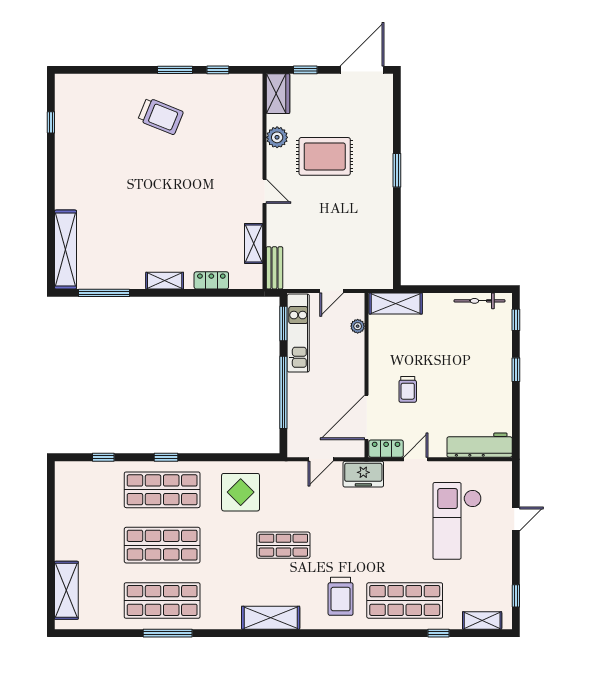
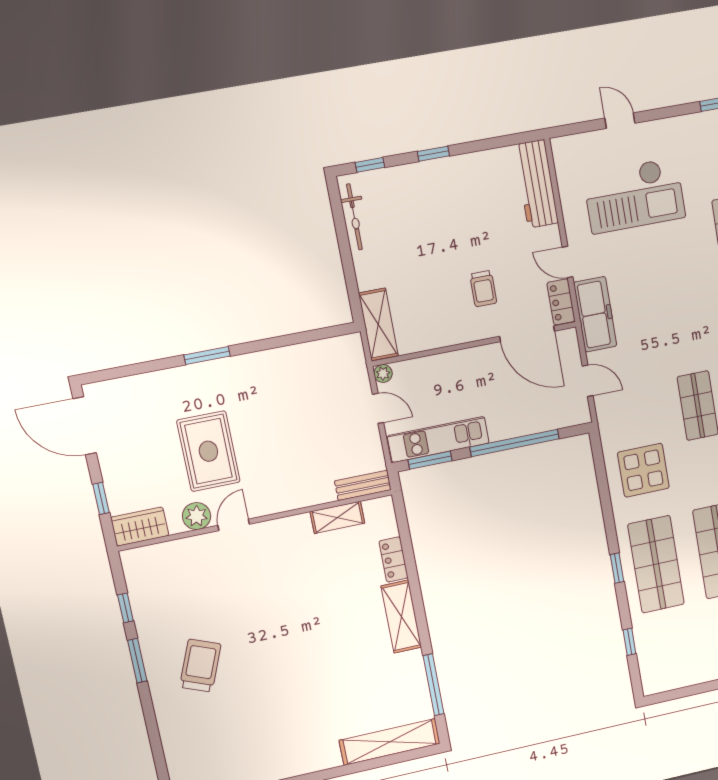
door: (265, 191) -> (234, 525), moved
shelving: (165, 281) -> (401, 617), width x1.50, depth x1.33
plant: (358, 326) -> (383, 373), moved
trolley: (408, 389) -> (483, 289), turned 90
freezer: (363, 474) -> (595, 314), width x1.40

